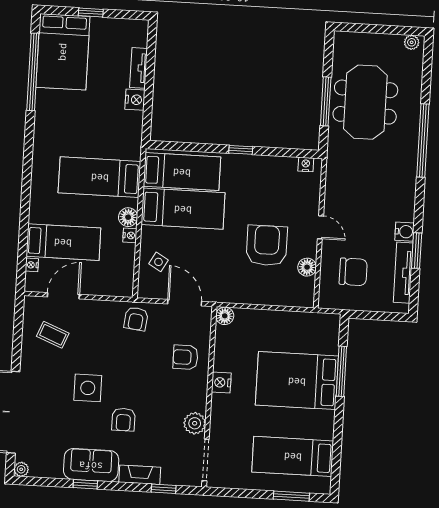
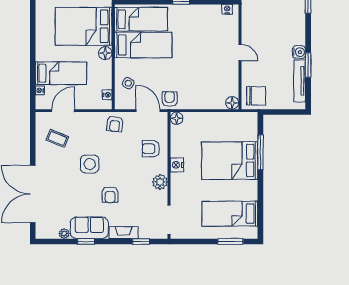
bed: (100, 177) -> (84, 26), width x1.50
nightstand: (130, 235) -> (107, 95), moved
armchair: (267, 246) -> (170, 99), moved, width x0.53, depth x0.53
floor lamp: (307, 267) -> (232, 103), moved
chair: (353, 272) -> (256, 96), moved
side table: (88, 388) -> (90, 164), moved
plant: (195, 423) -> (160, 182), moved
plant: (21, 469) -> (64, 234), moved

